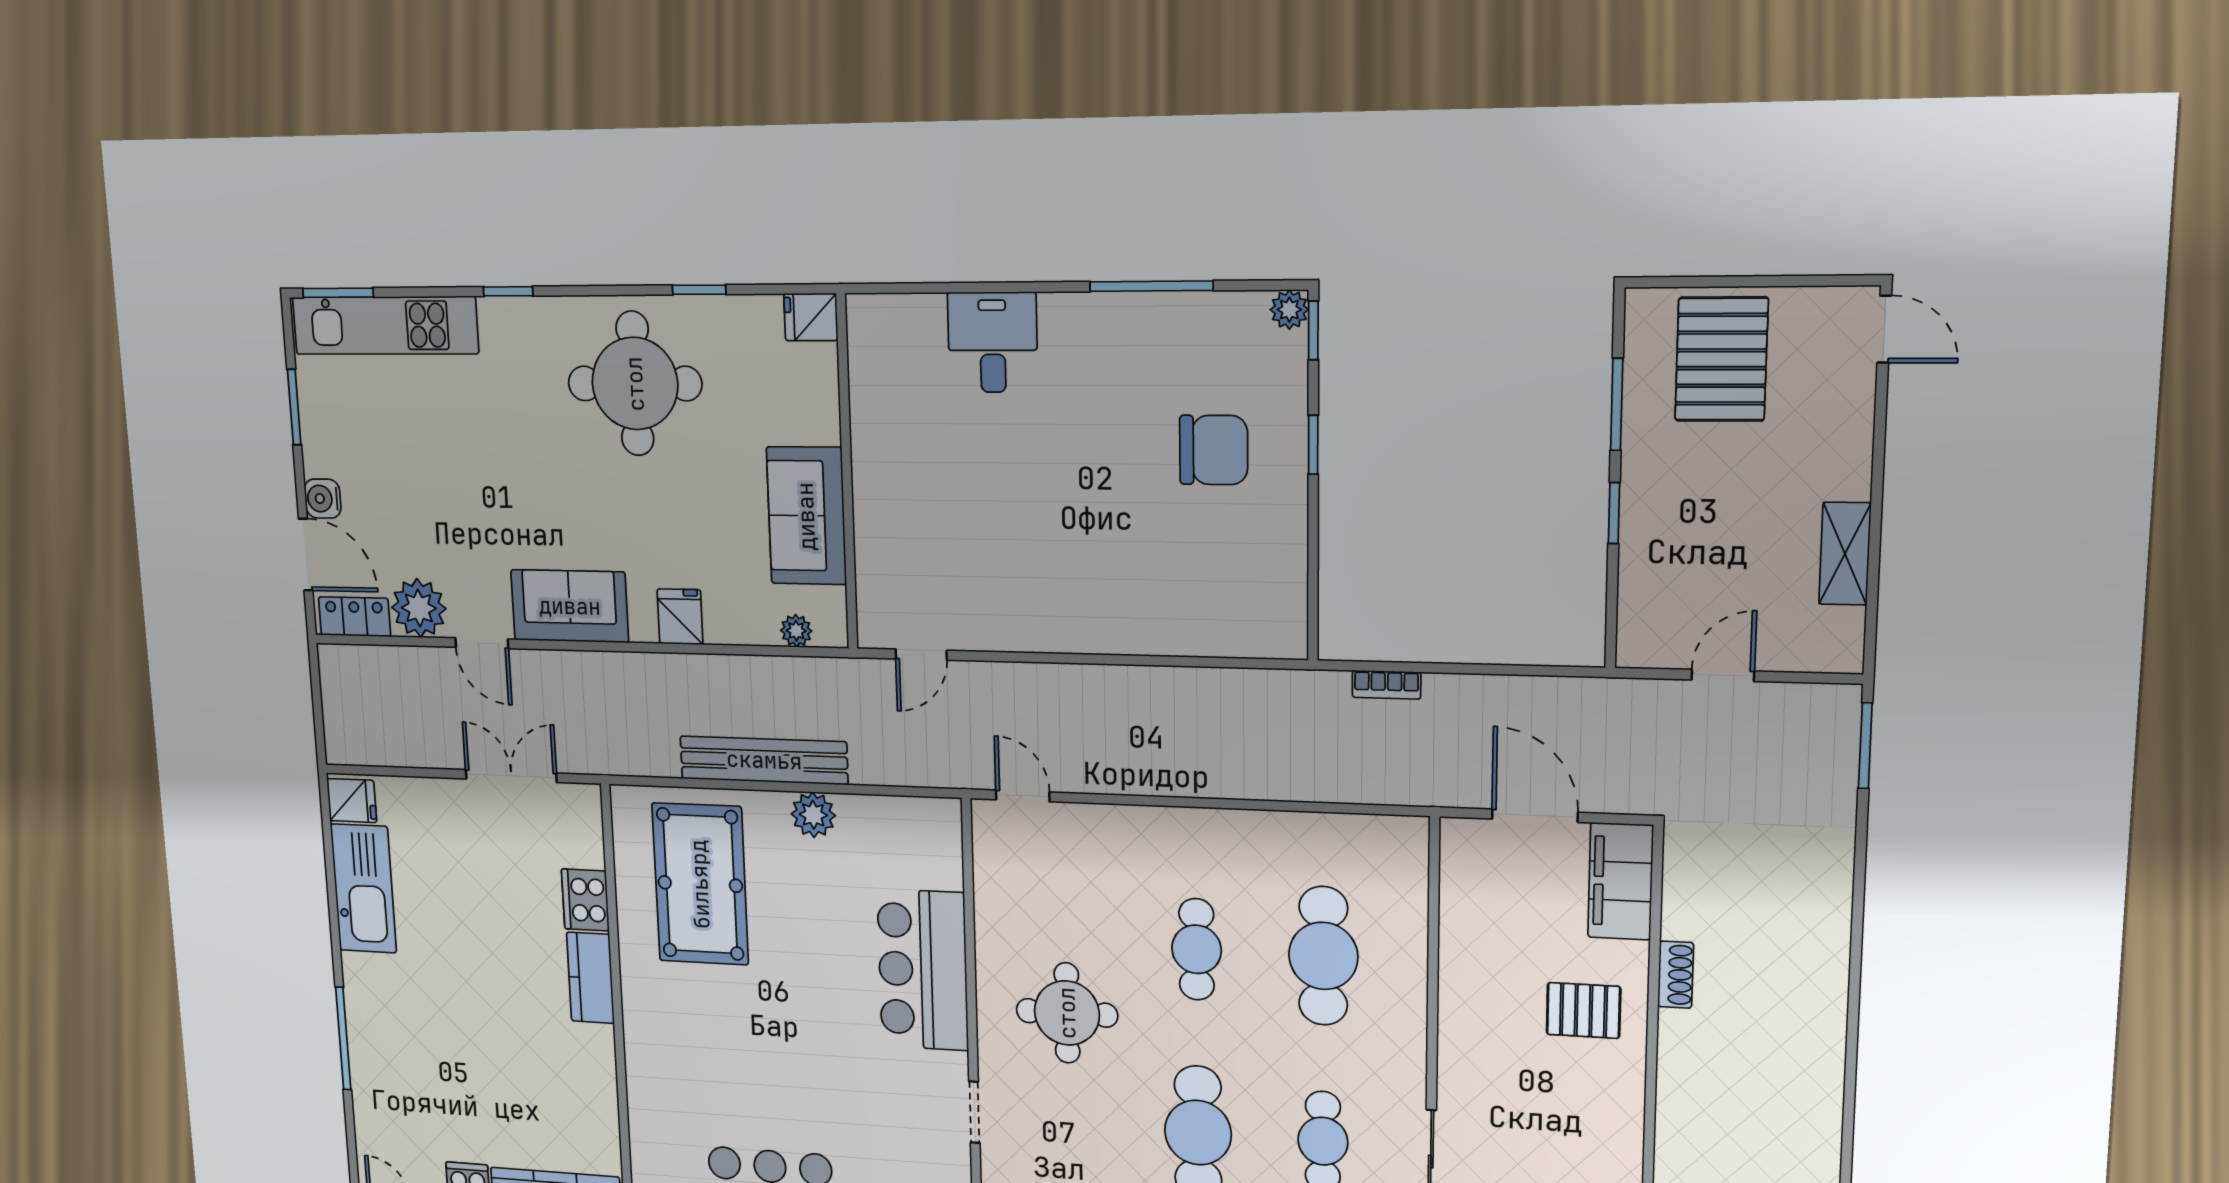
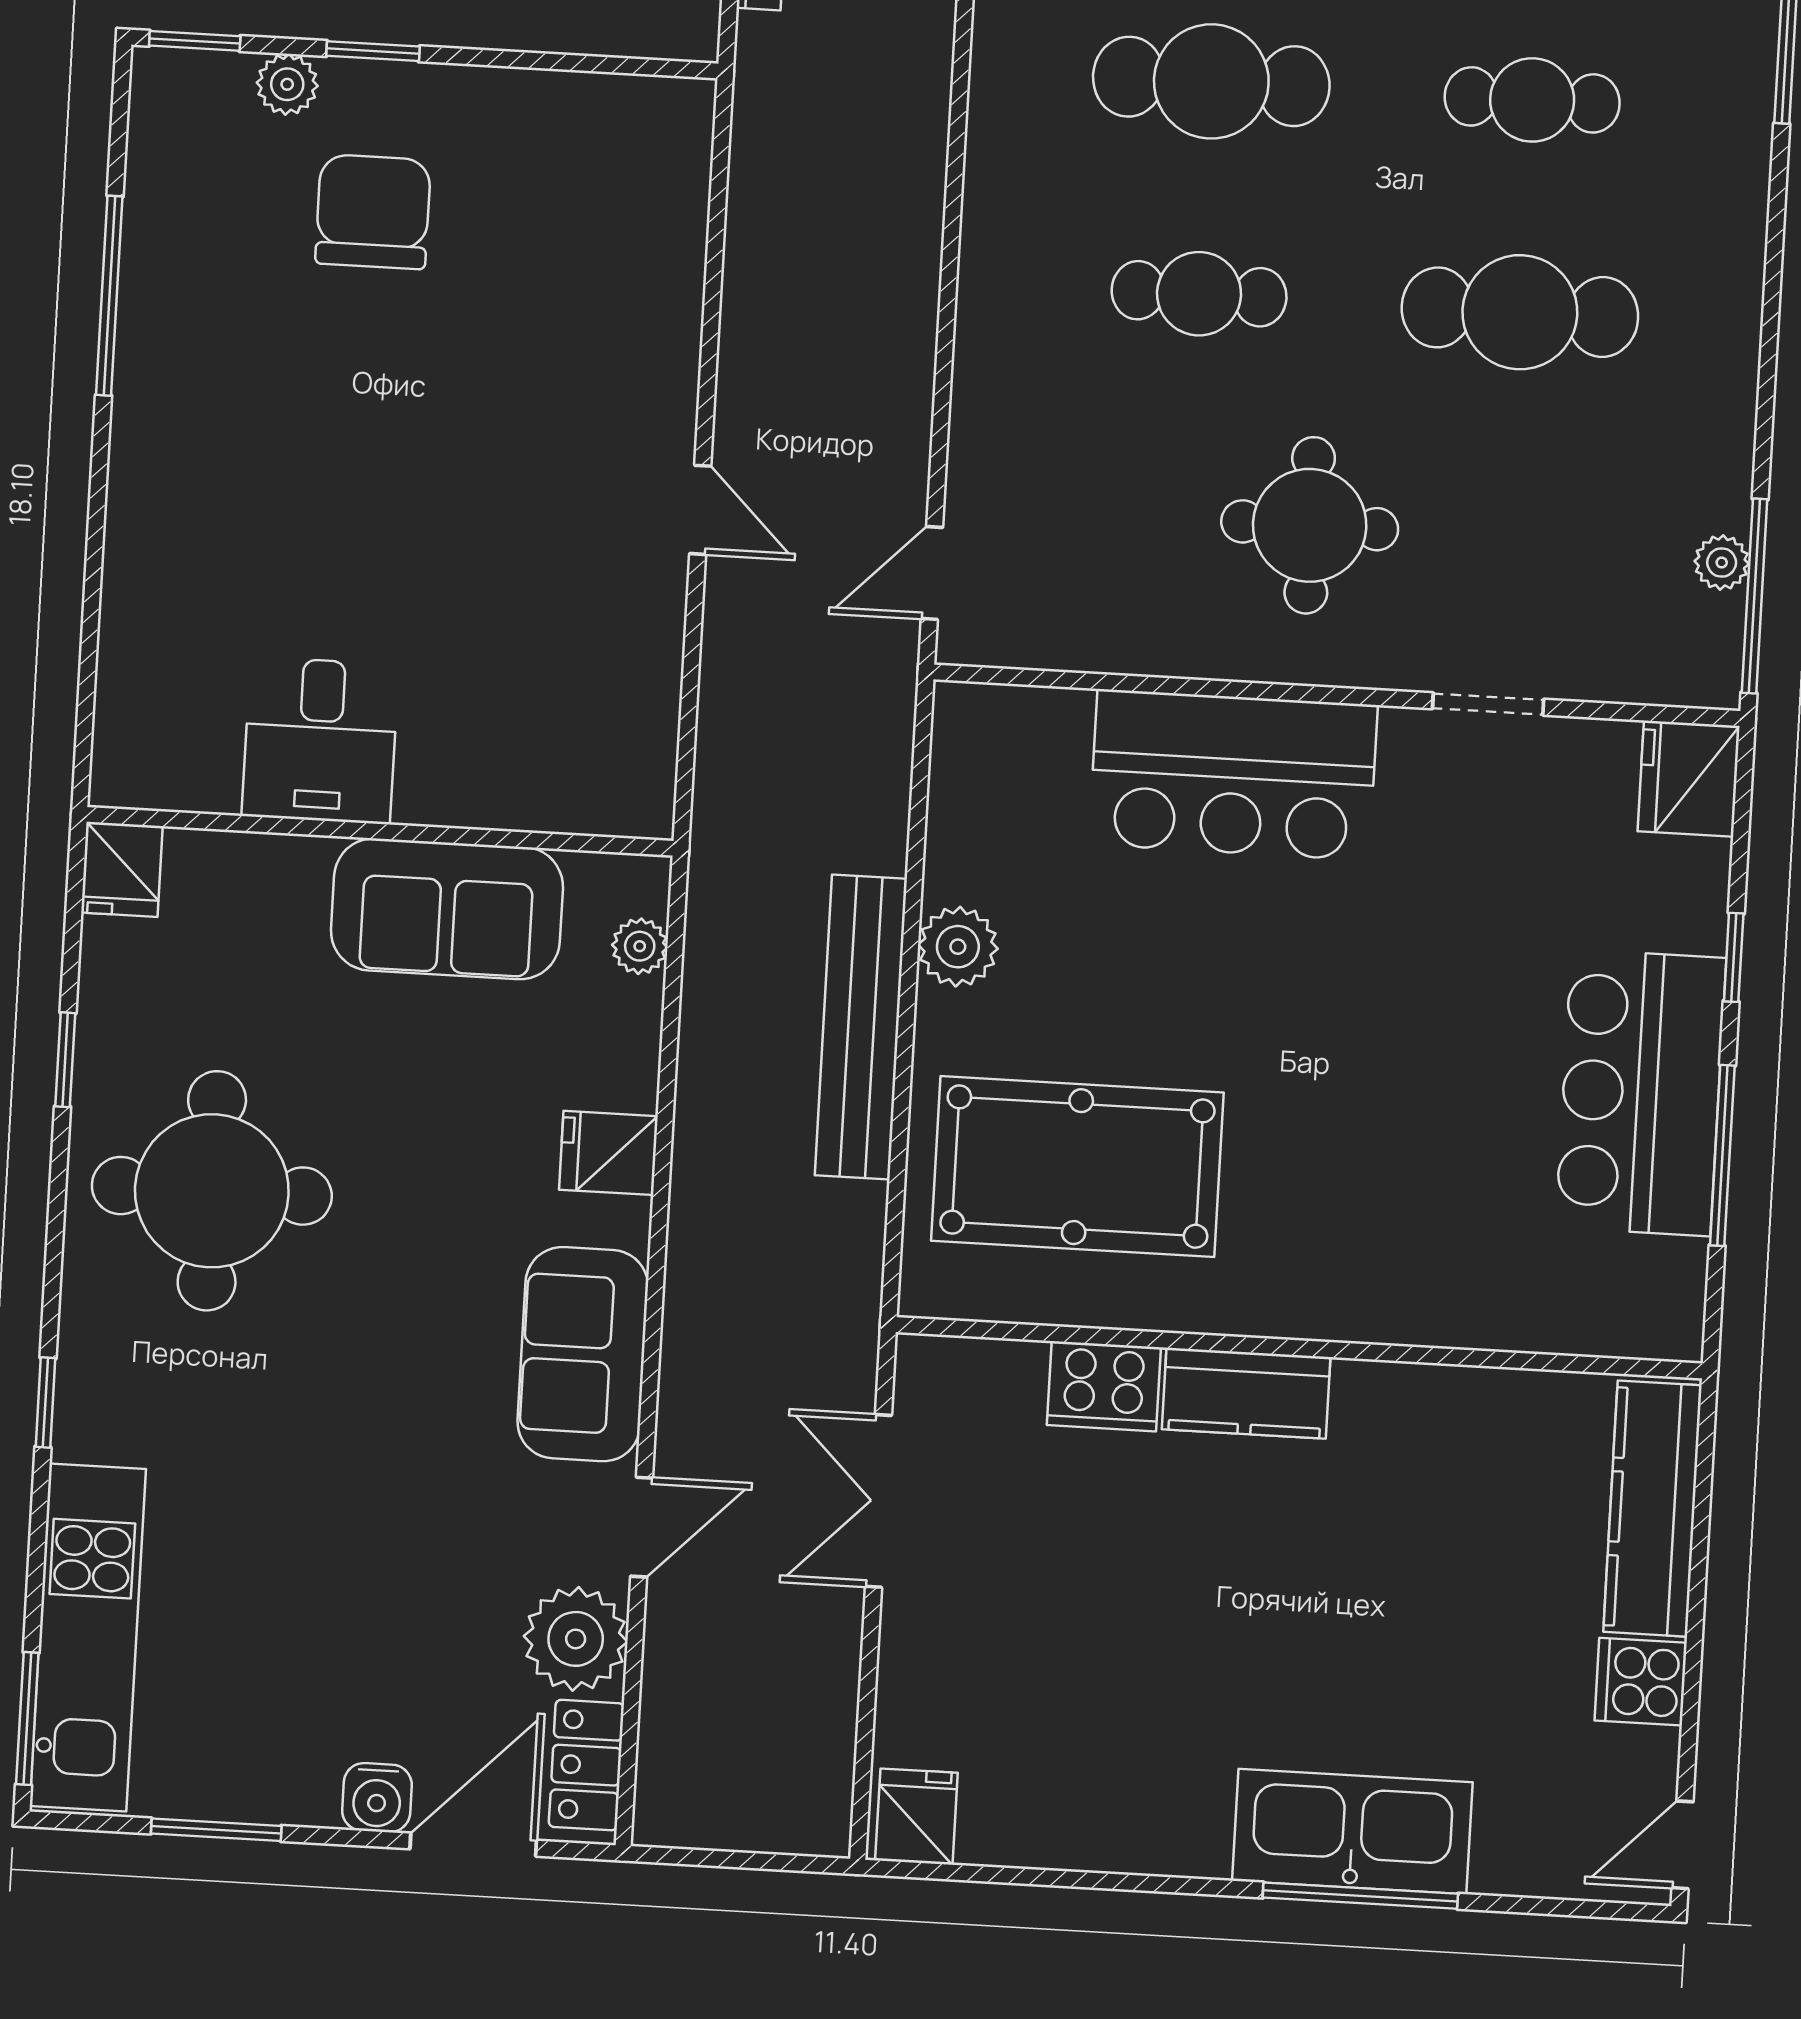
plant: (1289, 310) -> (287, 84), moved
desk: (993, 342) -> (320, 740), moved, turned -90
door: (921, 655) -> (700, 510), moved
kitchen sink: (364, 889) -> (1352, 1832), moved

